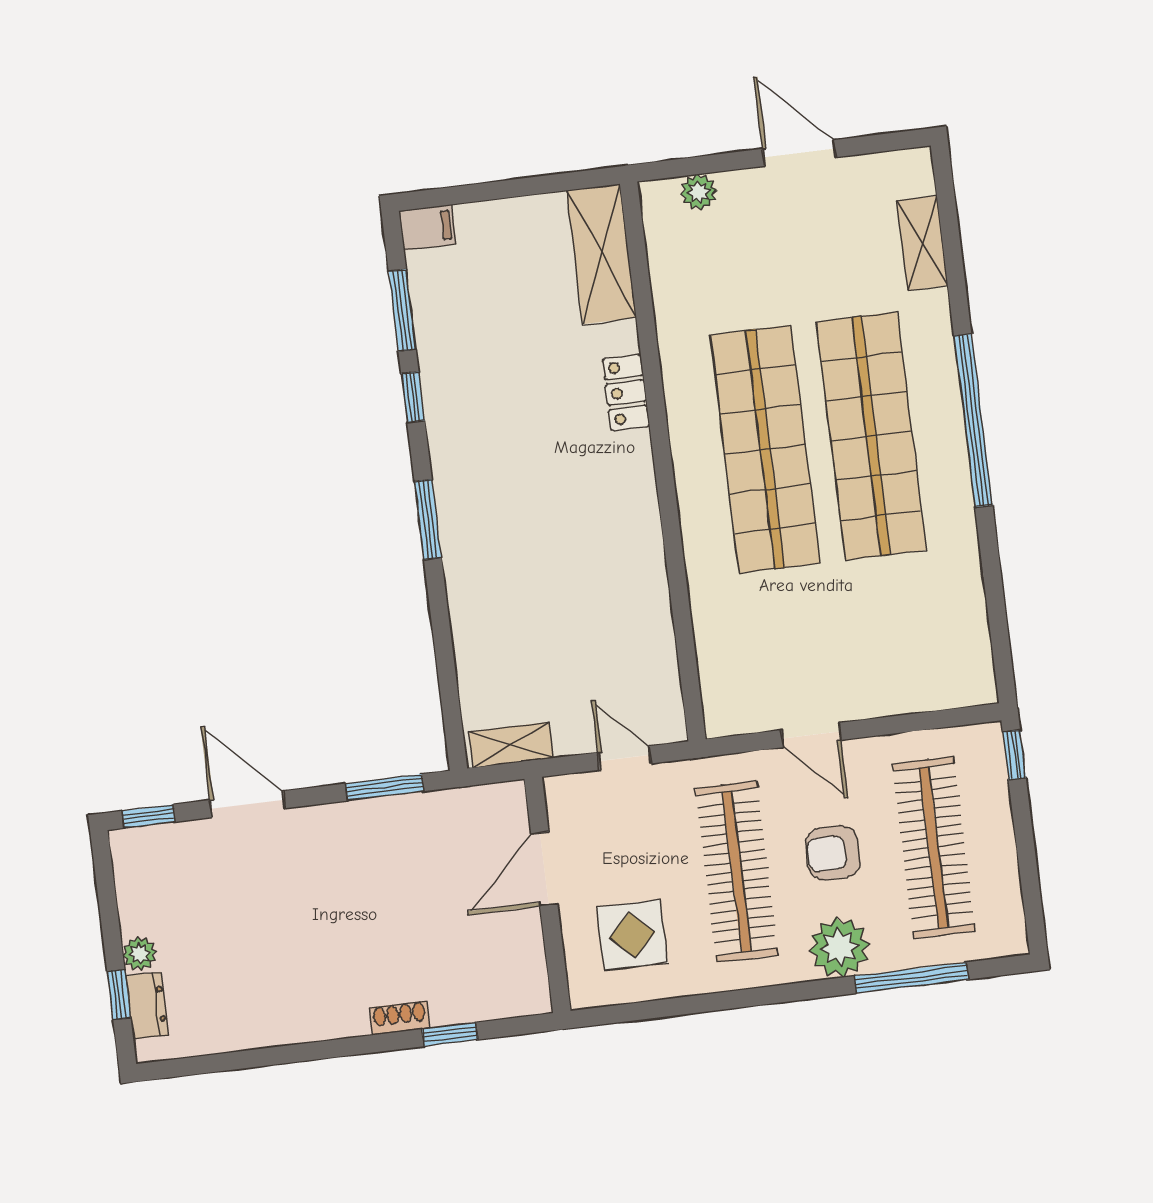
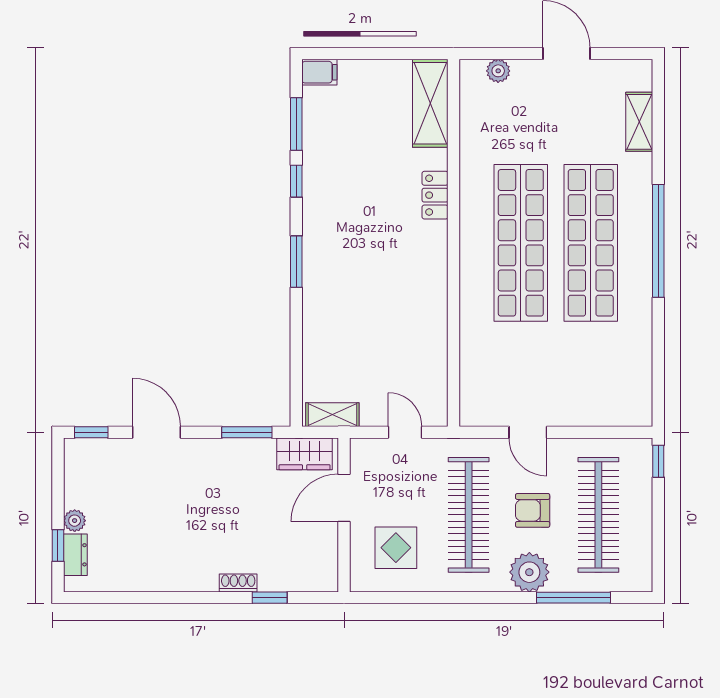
wardrobe: (476, 809) -> (305, 454), added

